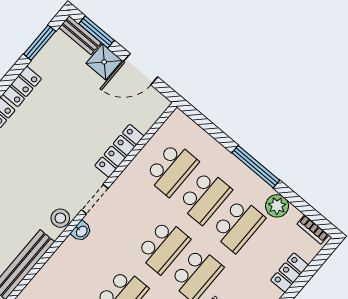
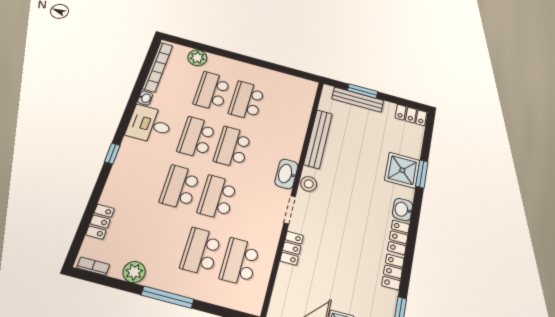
locker: (119, 151) -> (292, 248), width x0.66
school desk: (238, 225) -> (162, 241), removed
washbasin: (81, 231) -> (286, 174), width x1.91, depth x1.45

